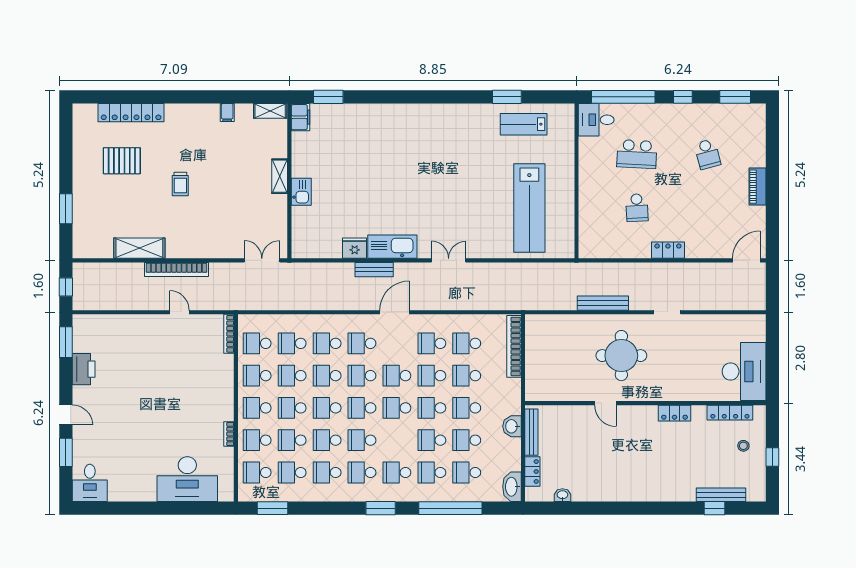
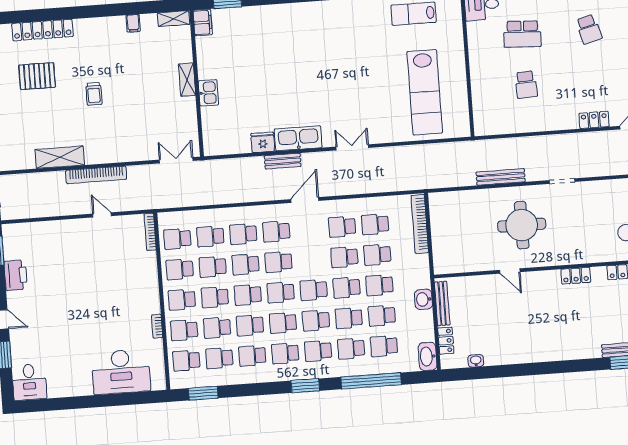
locker: (668, 250) -> (594, 120), moved
school desk: (397, 376) -> (316, 320), moved

